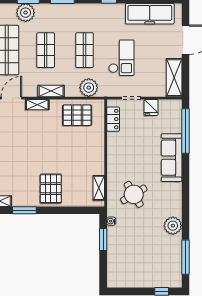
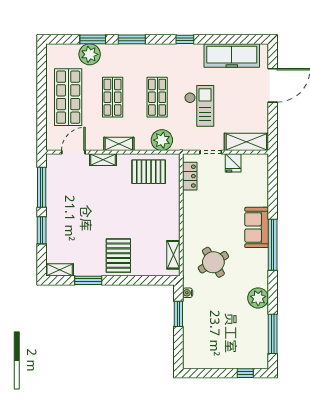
shelving: (174, 78) -> (246, 142), moved, turned 90
window: (185, 131) -> (273, 245), moved
sofa: (172, 158) -> (257, 227), width x0.73

